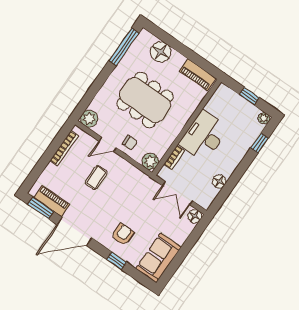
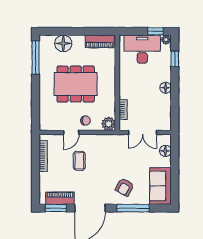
window: (249, 96) -> (156, 31), moved
plant: (89, 119) -> (46, 124), removed
desk: (204, 136) -> (142, 49), moved, turned 90
floor lamp: (219, 181) -> (166, 88), moved
floor lamp: (195, 216) -> (165, 151), moved
armchair: (123, 234) -> (125, 187), turned -151
window: (116, 261) -> (133, 208), width x2.17

